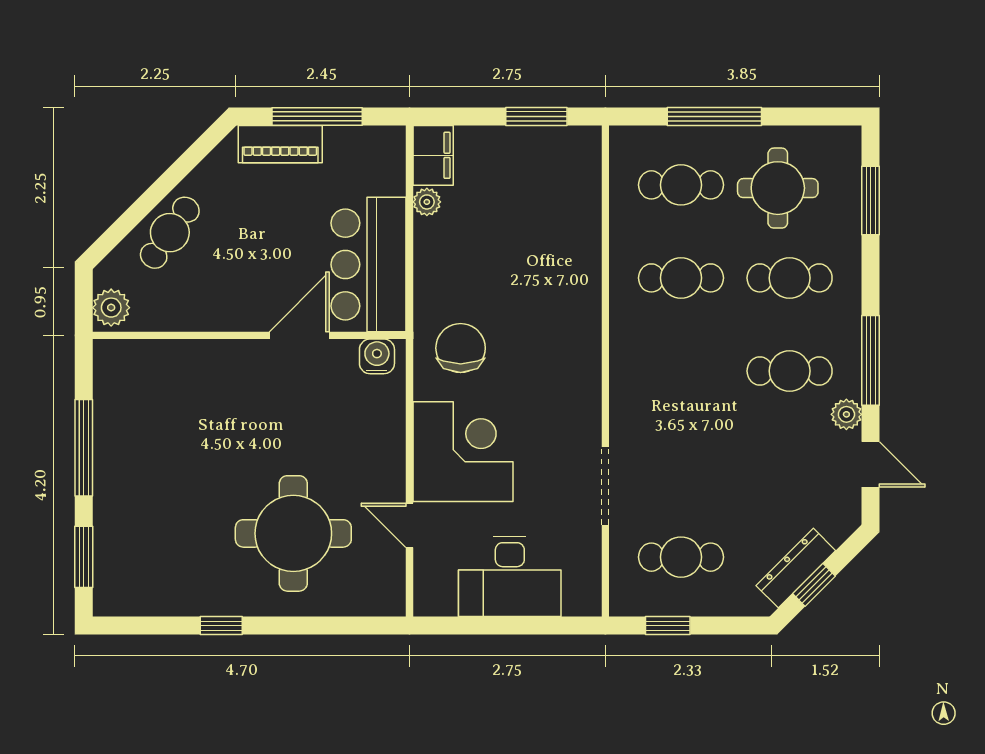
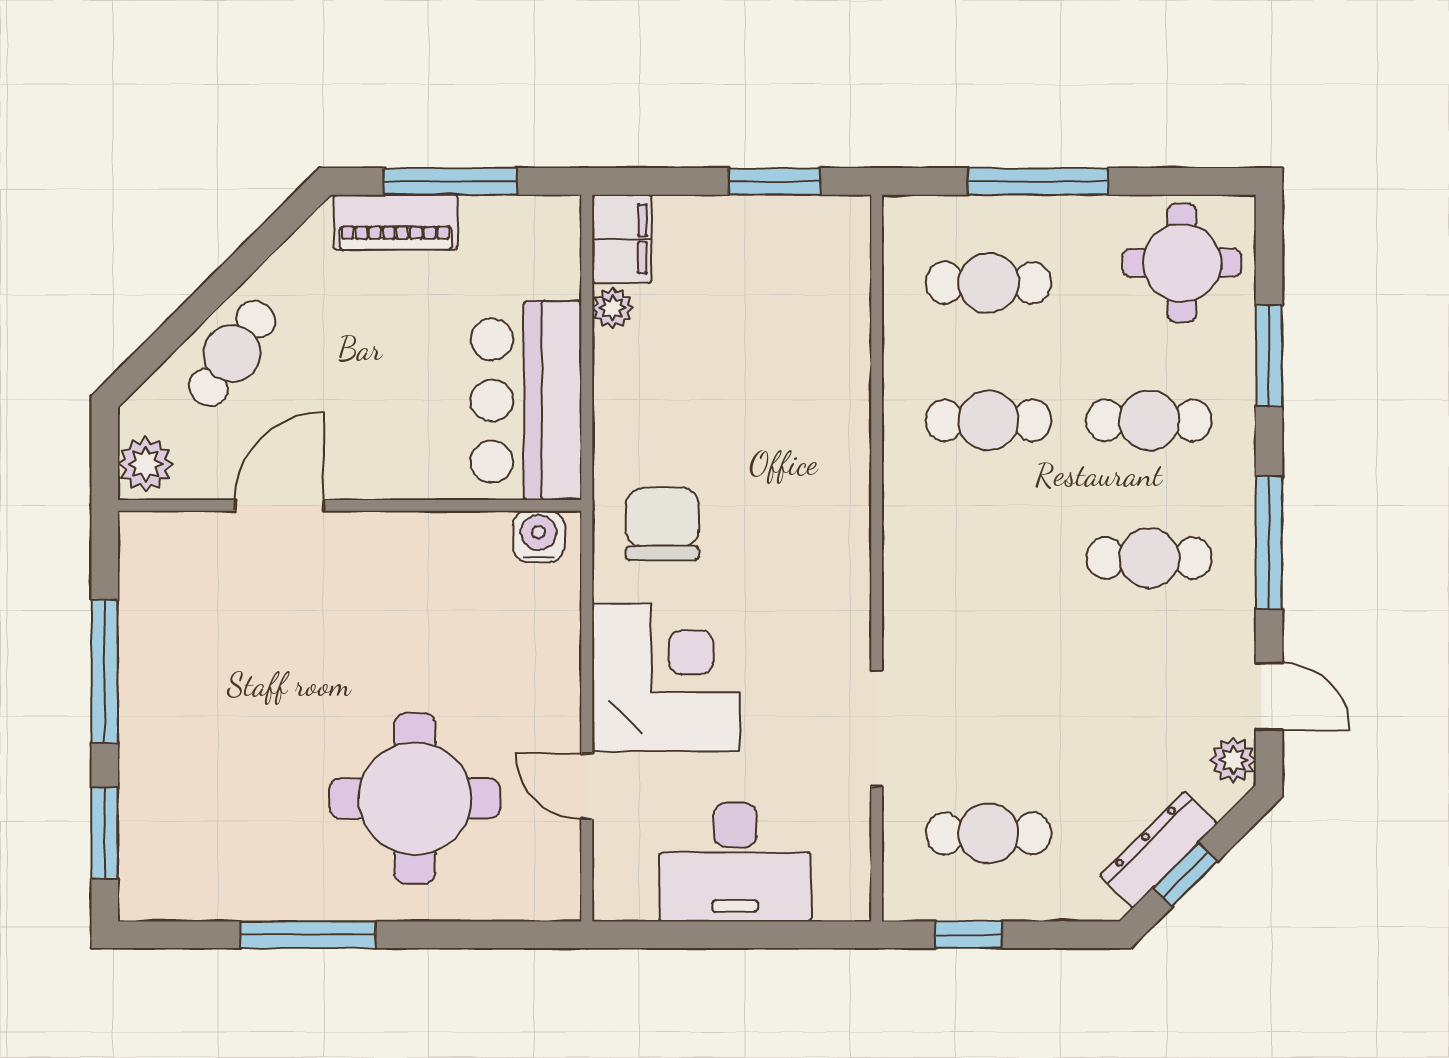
round table: (778, 188) -> (1182, 263), moved
window: (871, 200) -> (1269, 356), moved
door: (299, 335) -> (279, 505), moved
plant: (846, 414) -> (1233, 760), moved
window: (221, 626) -> (308, 935), width x2.17

